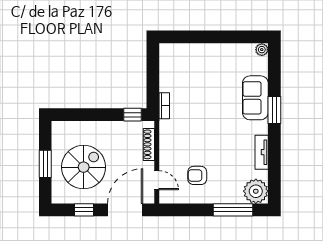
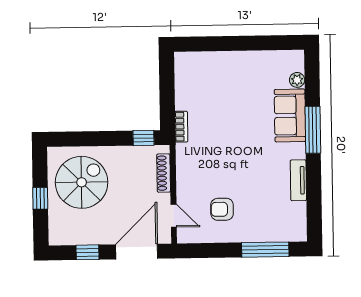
plant: (262, 50) -> (297, 80), moved
window: (274, 110) -> (313, 130), width x1.44
window: (45, 164) -> (40, 198), width x0.67
spiral stairs: (84, 167) -> (82, 182), moved
plant: (256, 191) -> (292, 227), removed

